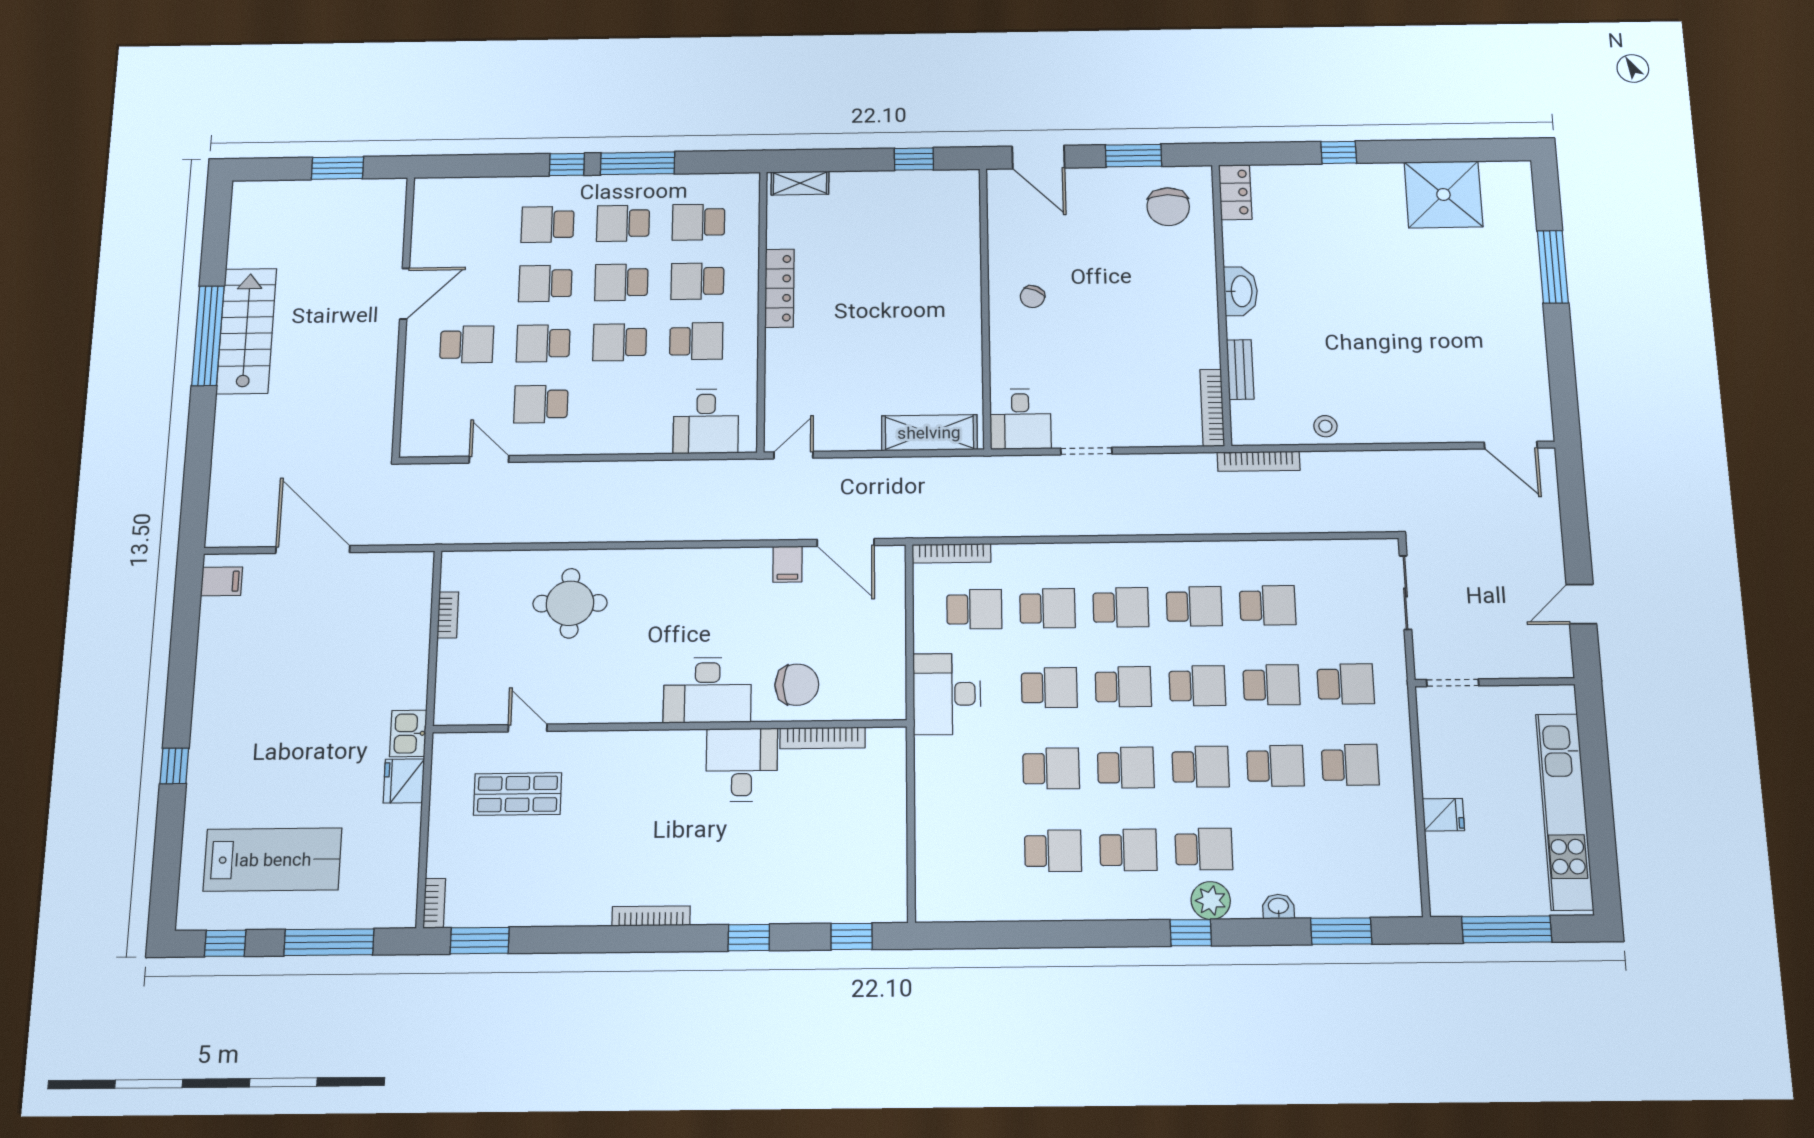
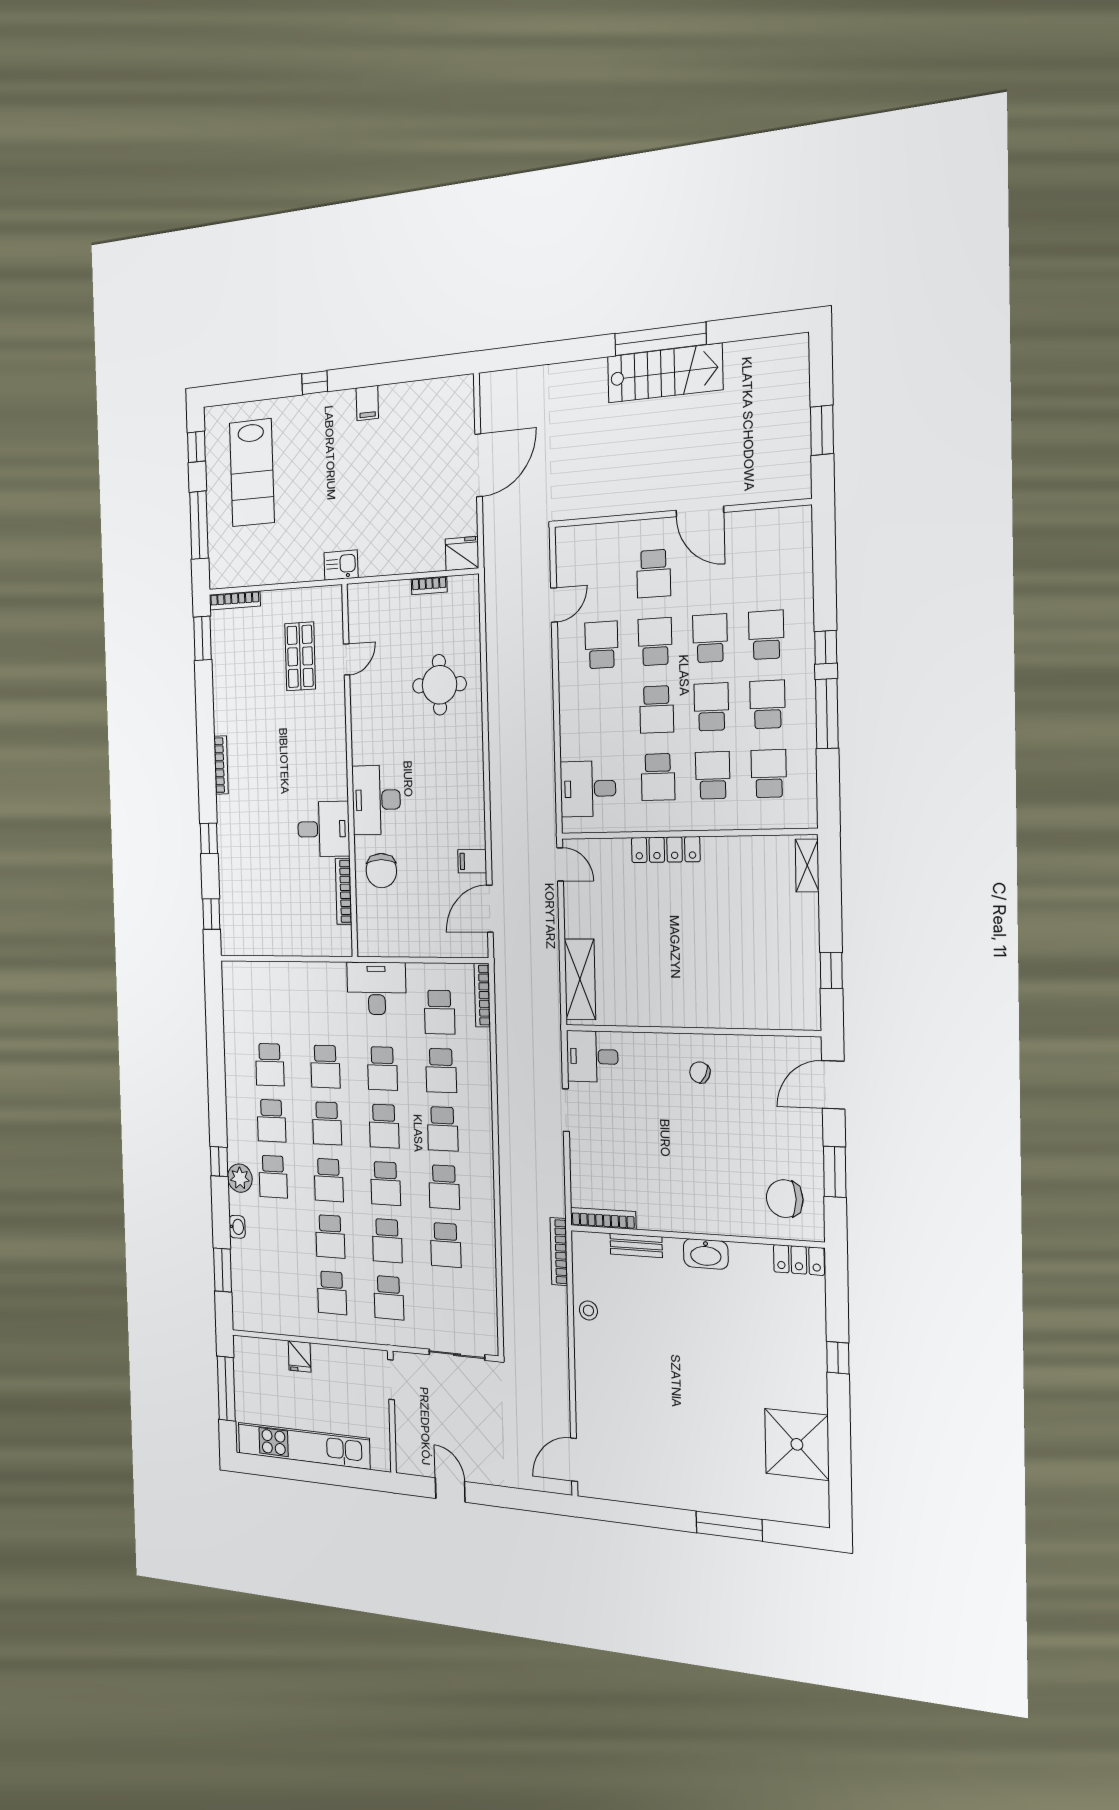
locker: (779, 288) -> (666, 850), moved
school desk: (620, 342) -> (657, 709), turned 180
filing cabinet: (222, 581) -> (367, 403), moved
fridge: (404, 781) -> (462, 554), moved
bookcase: (434, 903) -> (235, 600), width x1.56

